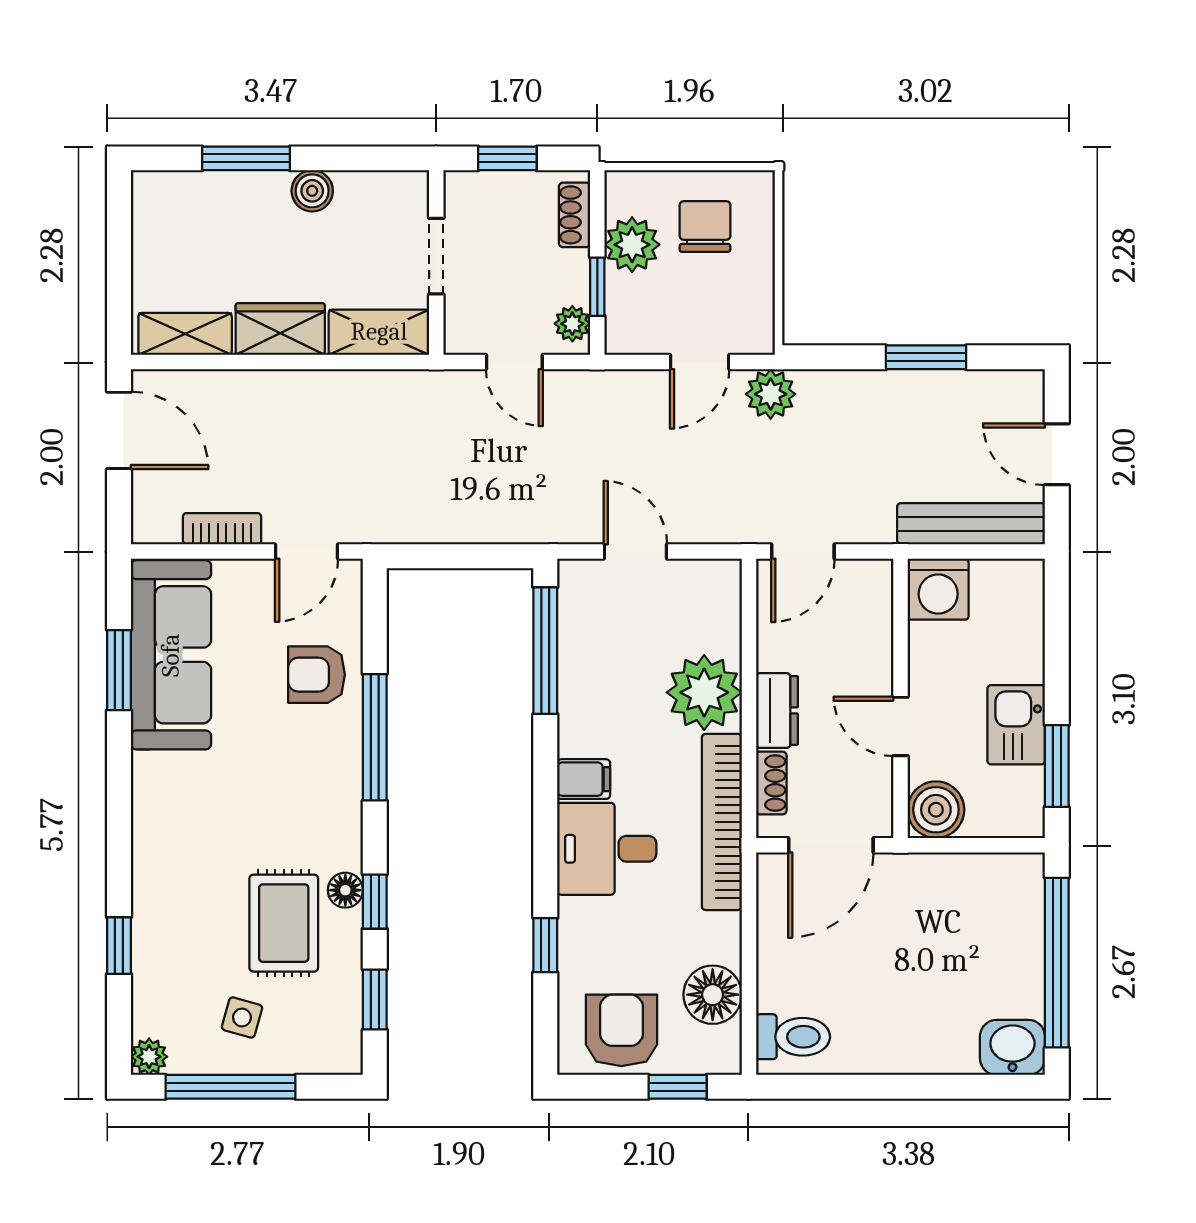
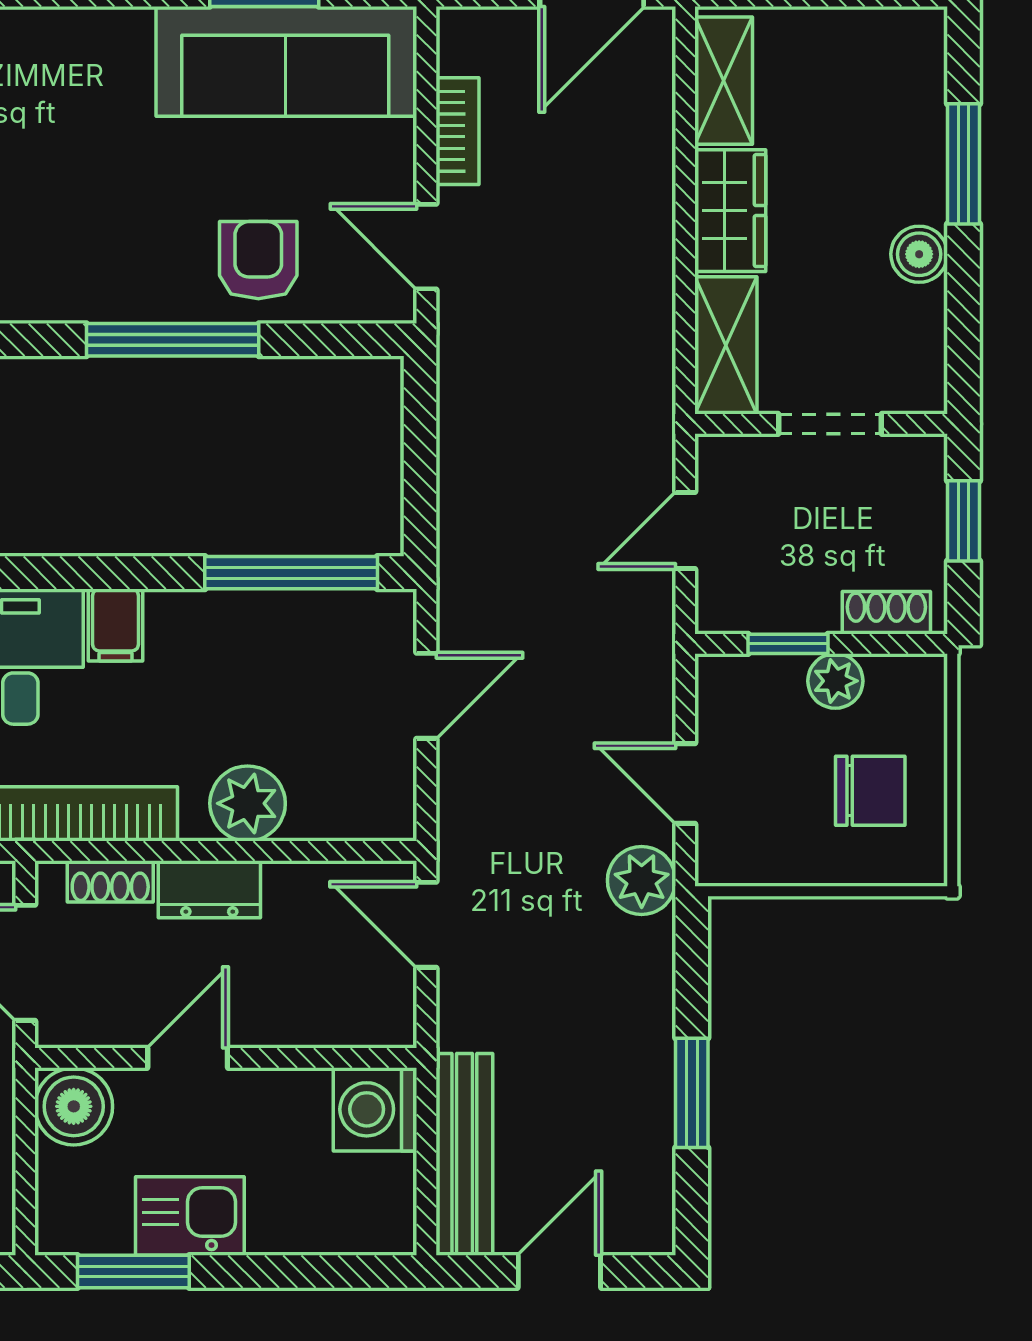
plant: (632, 245) -> (835, 681), width x0.73, depth x0.73
plant: (572, 324) -> (738, 610), removed
plant: (704, 692) -> (248, 803), width x0.73, depth x0.73

